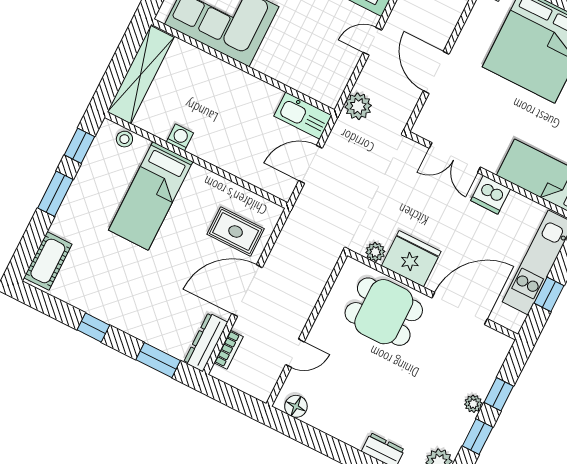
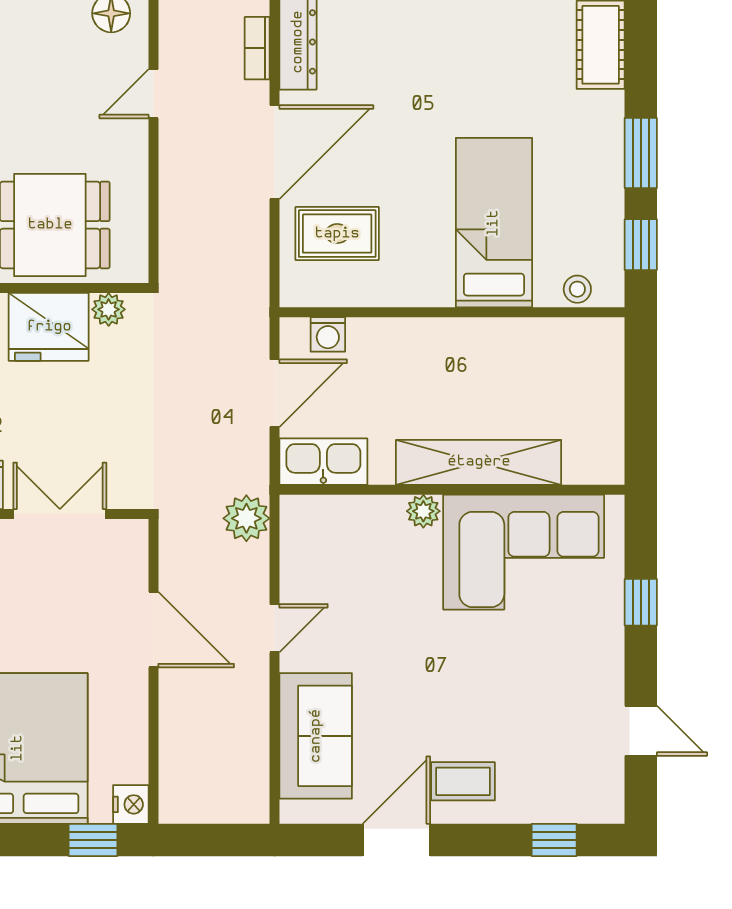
plant: (264, 63) -> (423, 511), added
shelving: (141, 75) -> (479, 462), moved, turned 90
washing machine: (180, 137) -> (328, 334), moved

